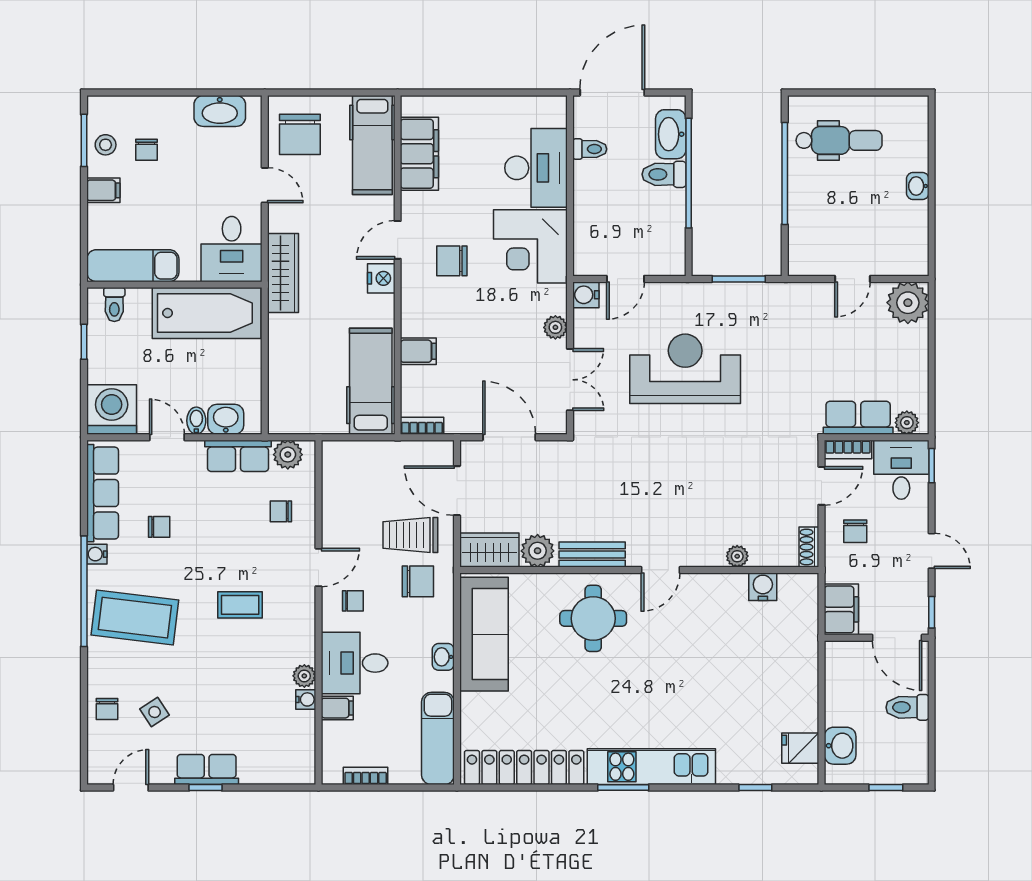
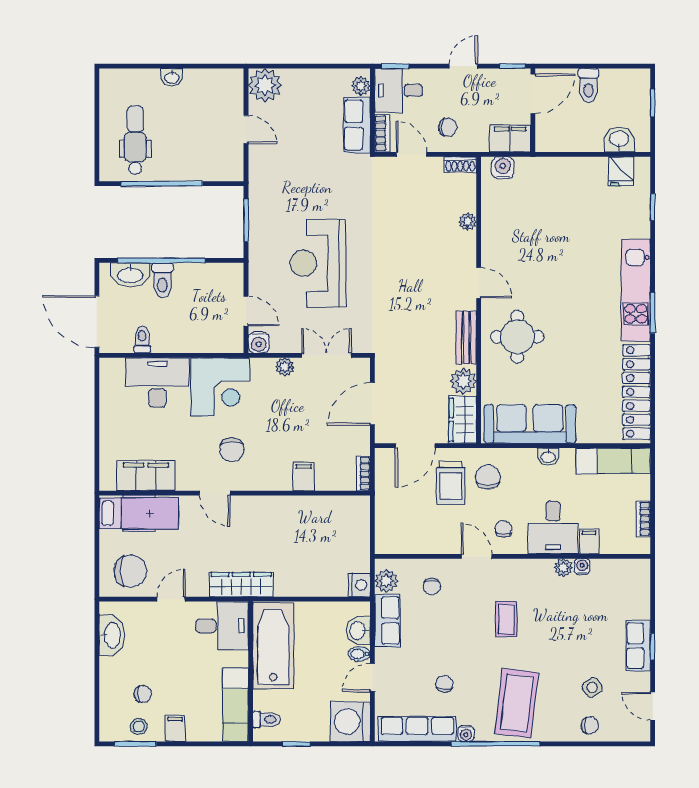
nightstand: (381, 278) -> (359, 585), moved, turned 90
hospital bed: (371, 381) -> (328, 515), removed
water cooler: (763, 587) -> (503, 168), moved, turned 90

